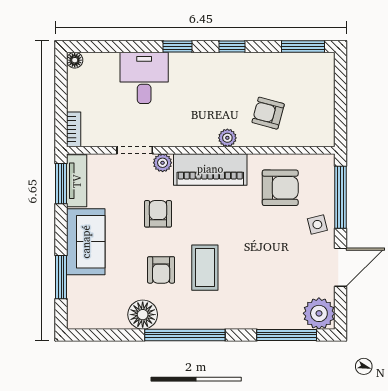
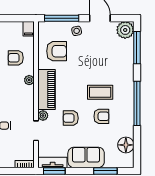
armchair: (268, 113) -> (16, 58), turned 75
filing cabinet: (321, 137) -> (29, 29), added
armchair: (280, 188) -> (57, 51), turned 90
floor lamp: (143, 315) -> (126, 145), moved

